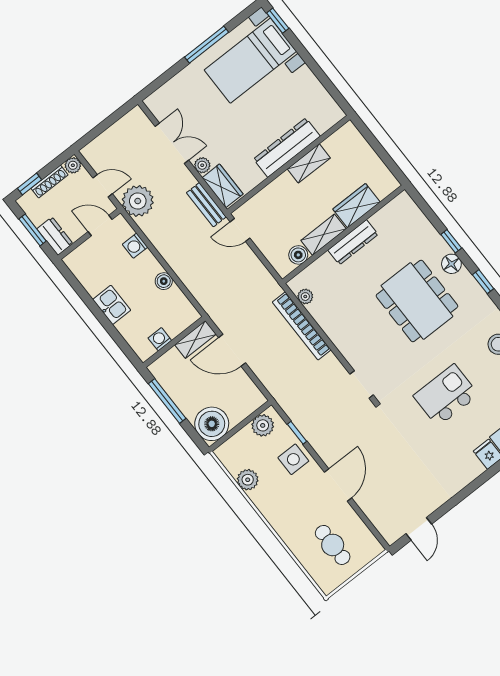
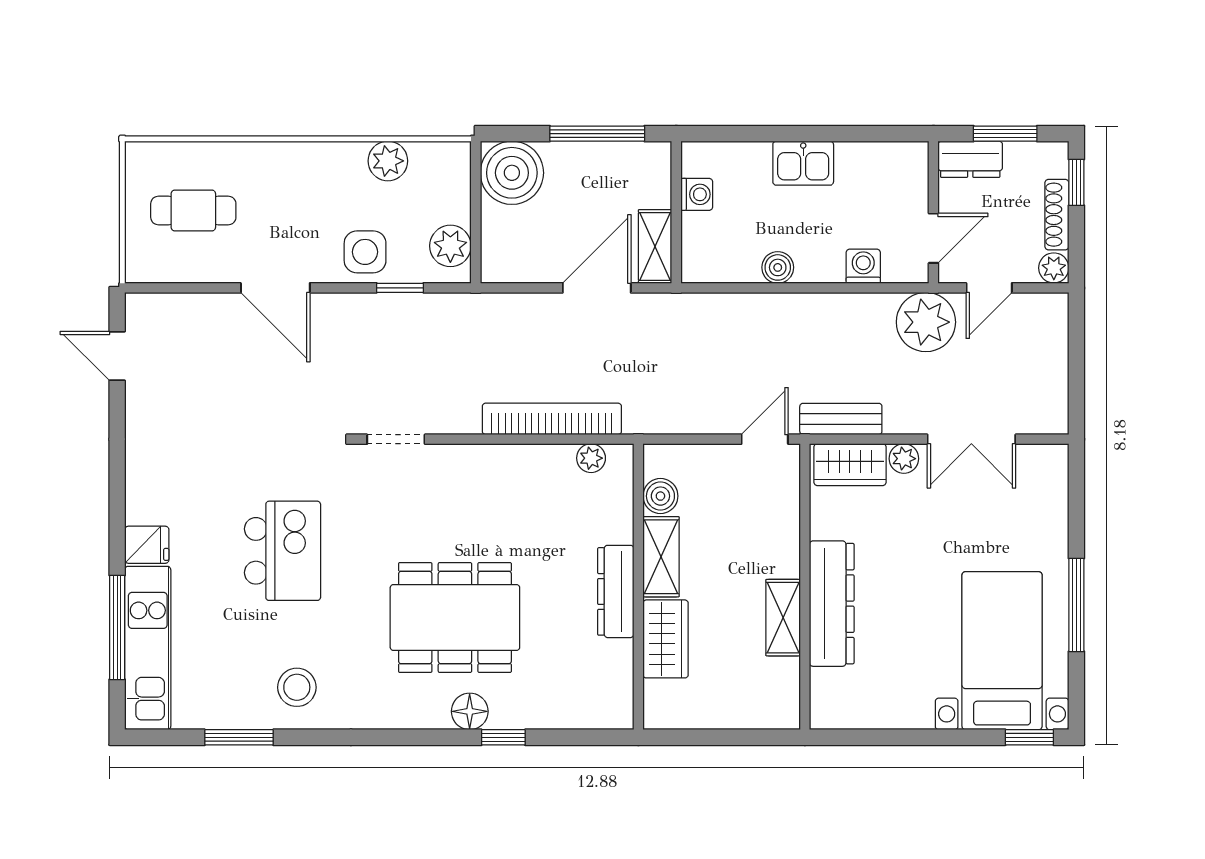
window: (483, 282) -> (407, 737), removed

